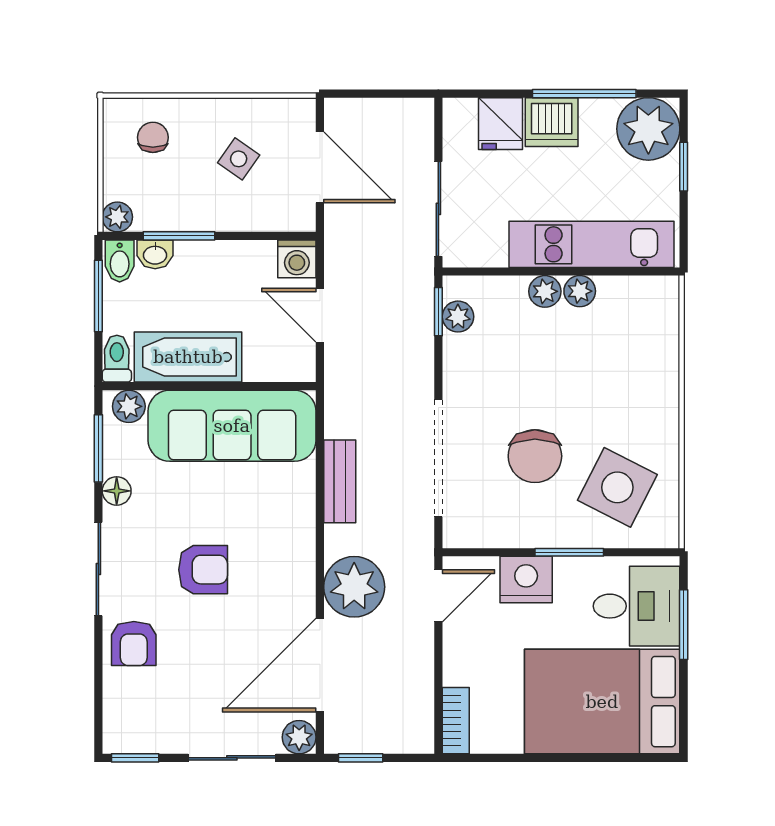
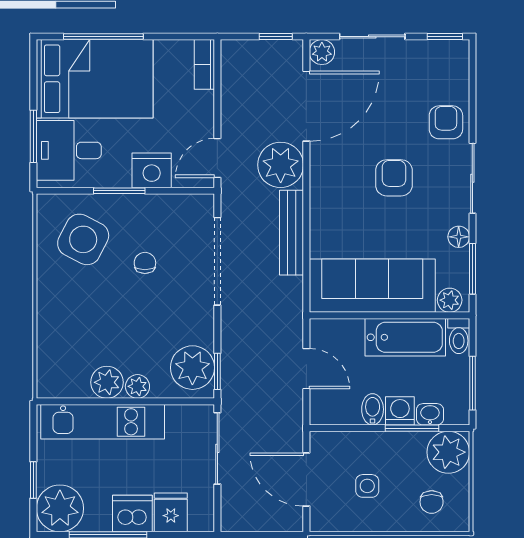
side table: (239, 159) -> (367, 486), turned -35
plant: (117, 217) -> (448, 452), width x1.87, depth x1.87
washing machine: (297, 259) -> (400, 411), moved
bidet: (120, 261) -> (373, 409), moved
plant: (580, 291) -> (107, 382), width x1.38, depth x1.38
plant: (458, 317) -> (192, 368), width x1.88, depth x1.88
chair: (535, 456) -> (145, 263), width x0.54, depth x0.54
bench: (340, 481) -> (291, 233), width x1.36
armchair: (203, 570) -> (394, 178), turned 90
window: (590, 758) -> (103, 37), added

